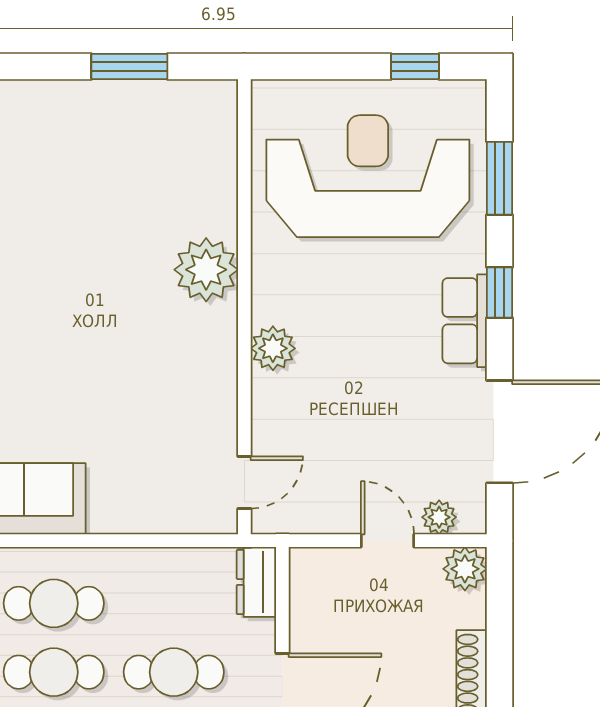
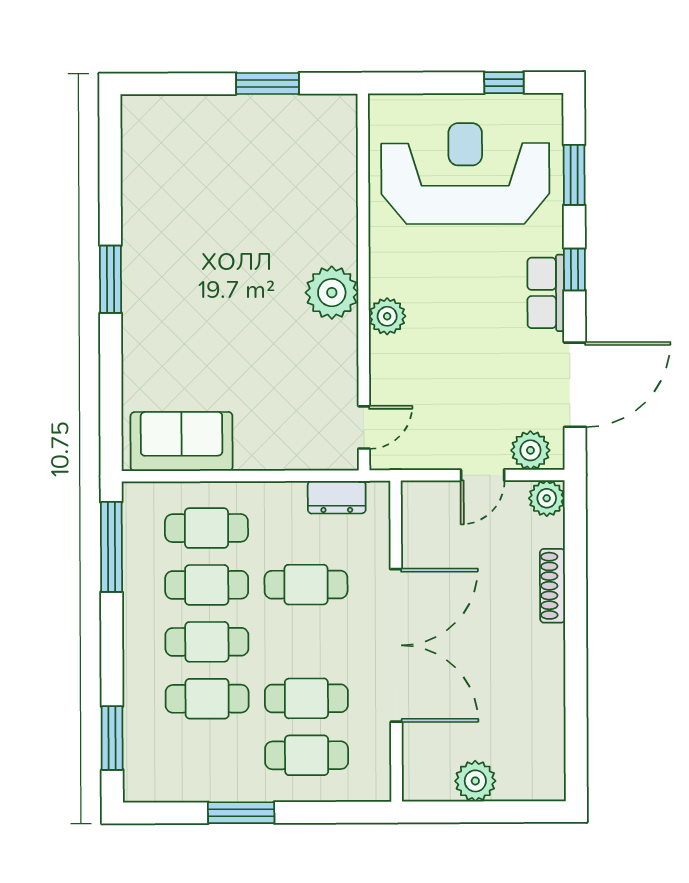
plant: (206, 270) -> (332, 293), moved
plant: (439, 517) -> (530, 450), width x1.38, depth x1.38
door: (387, 541) -> (483, 475), swing flipped
dresser: (256, 582) -> (337, 497), moved, turned -90

